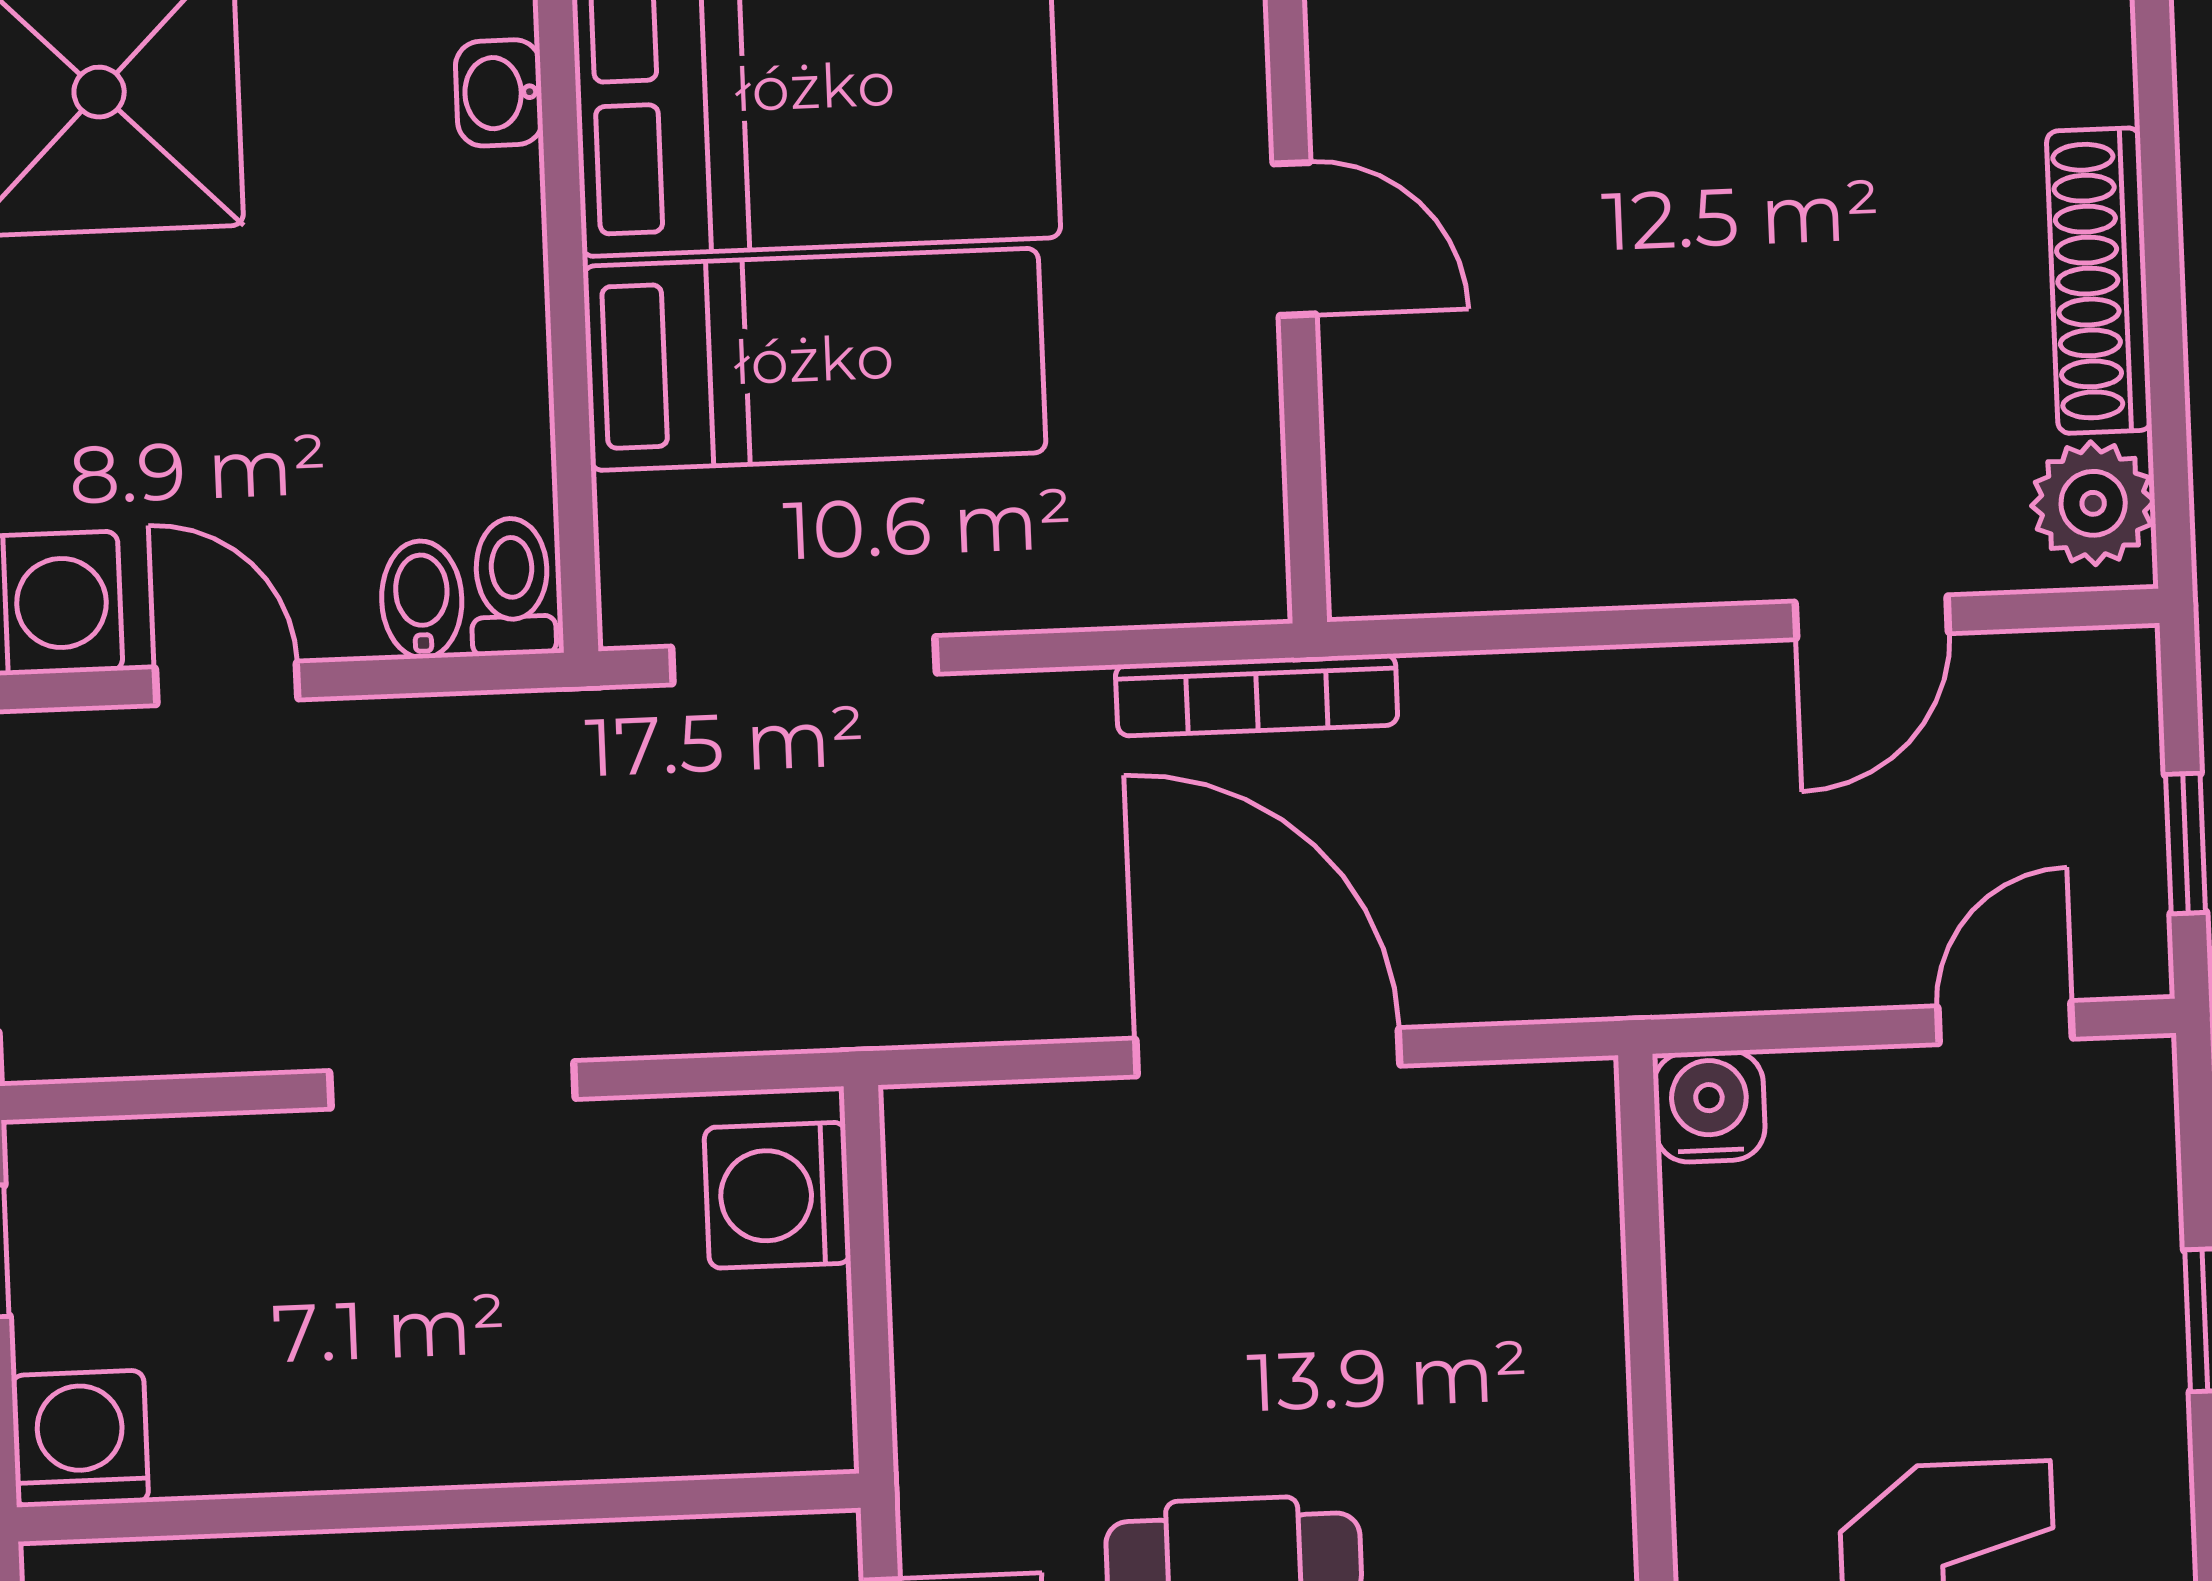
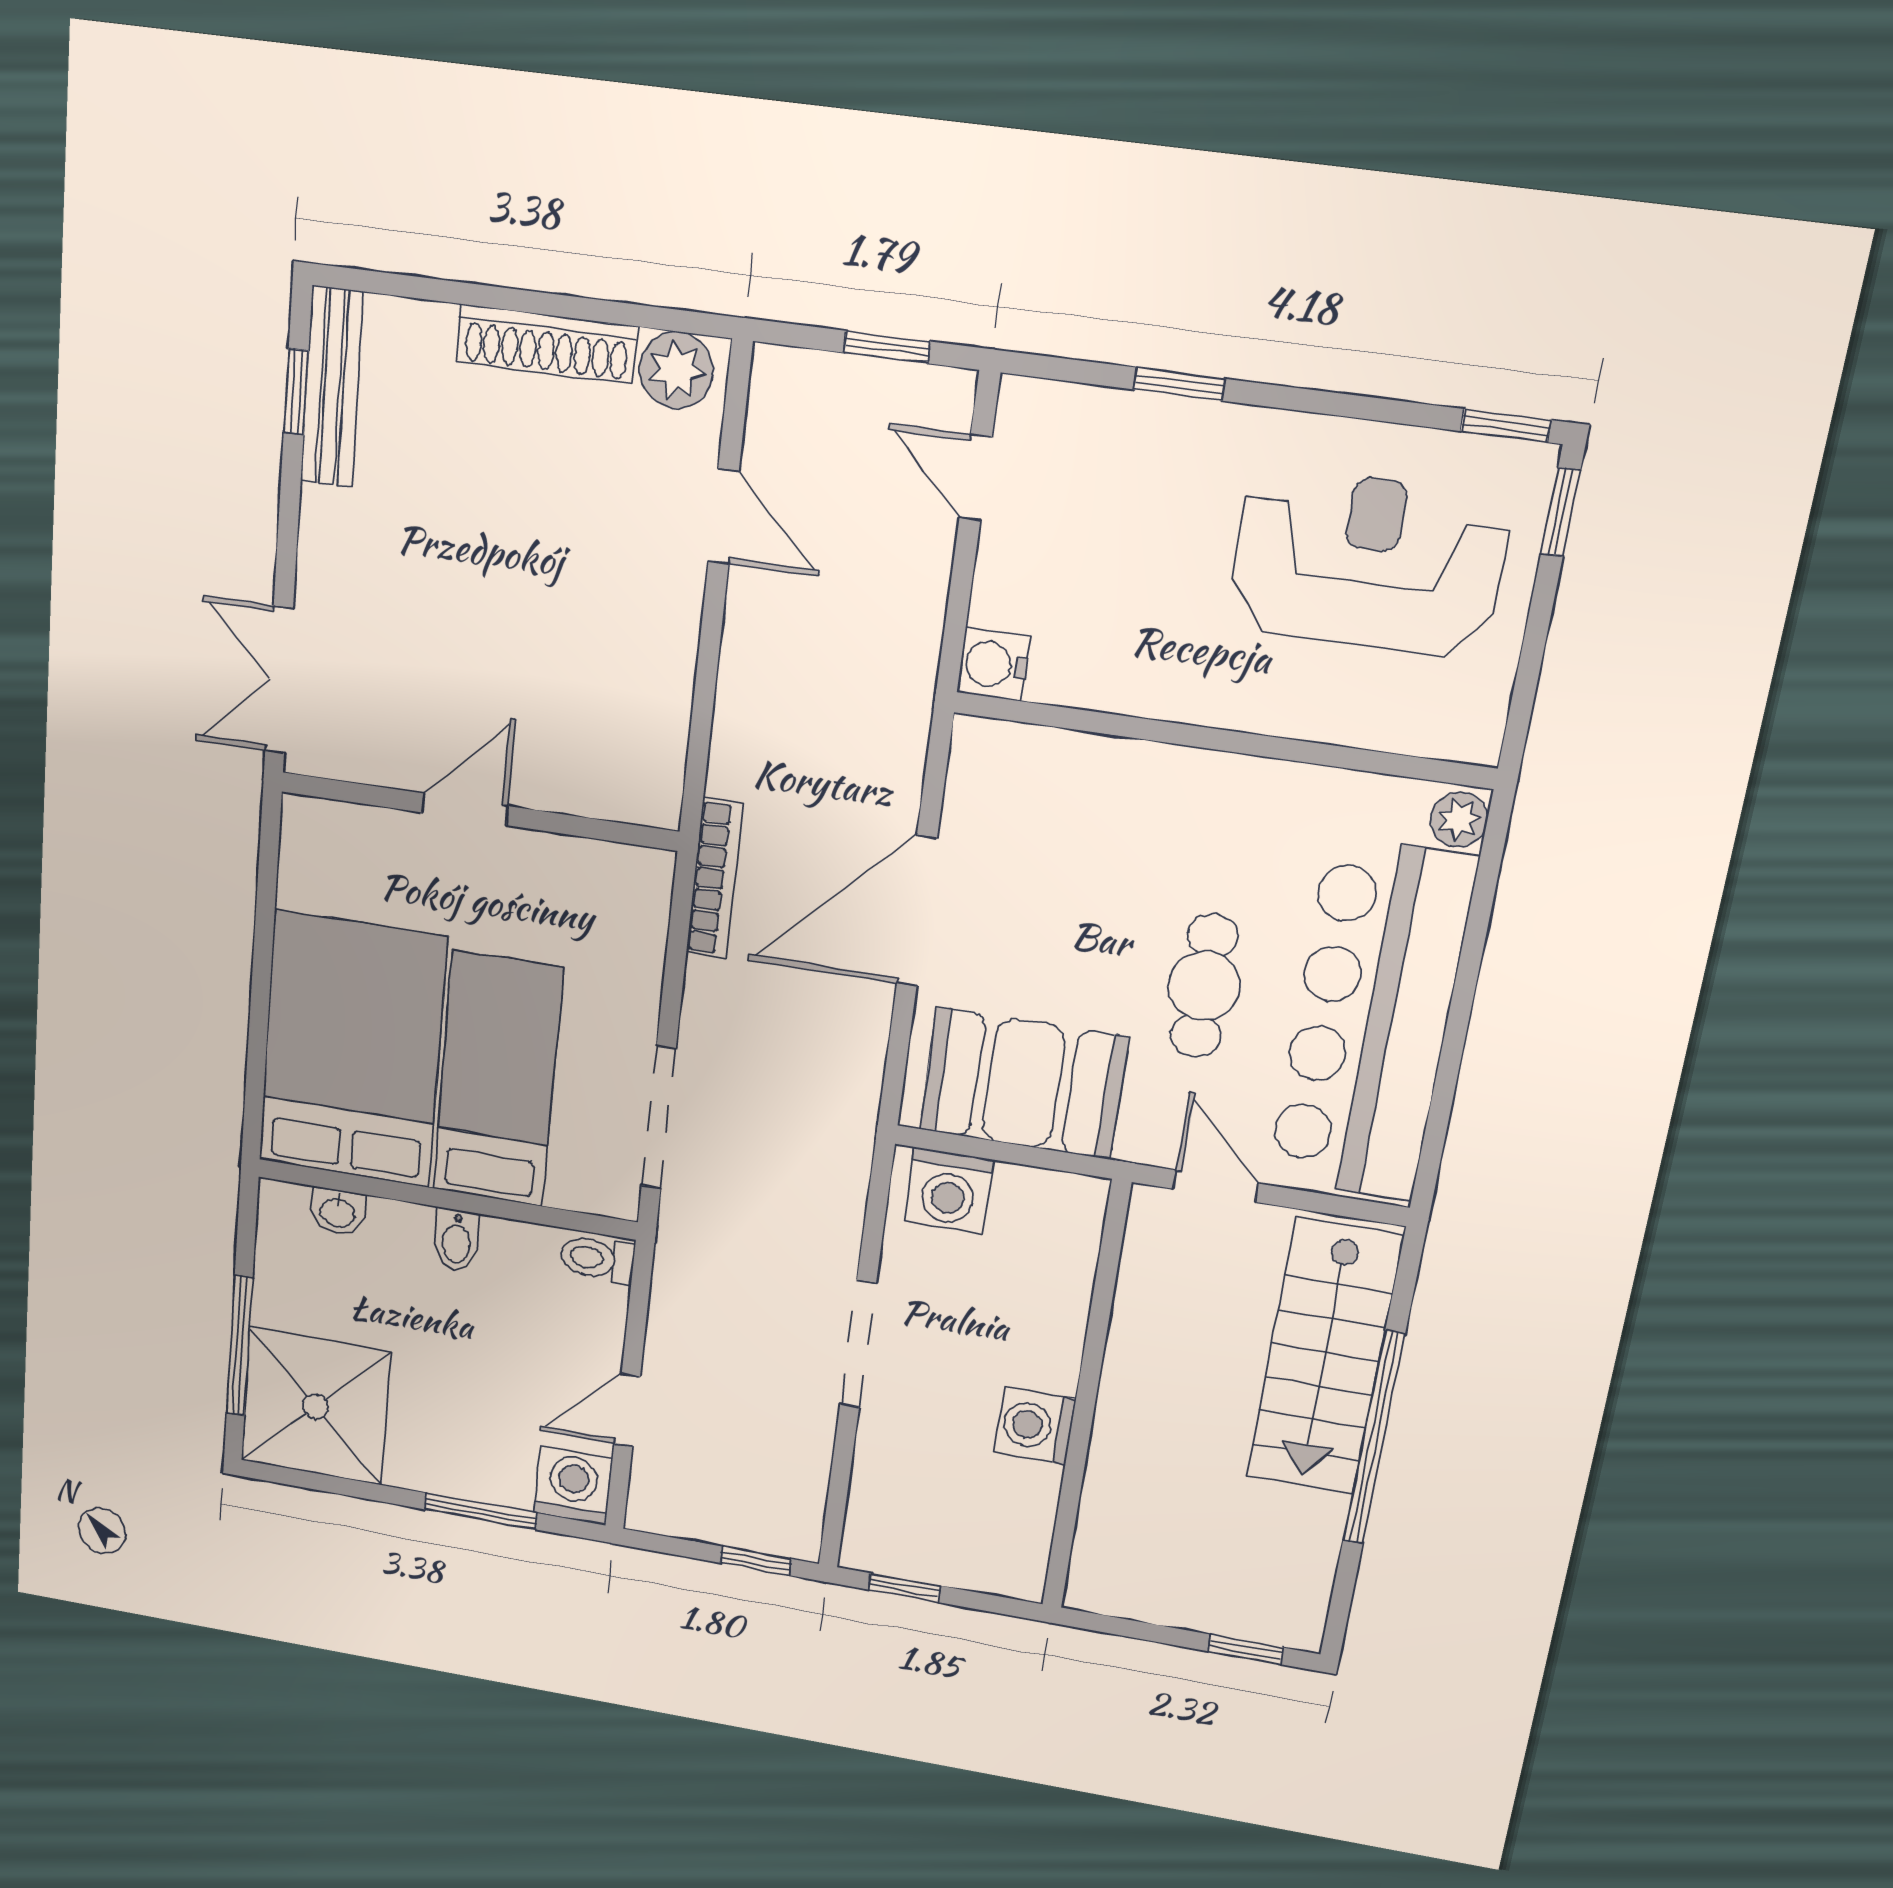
bidet: (422, 600) -> (457, 1240), moved, turned -90
booth: (1000, 1289) -> (1024, 1083), added
washing machine: (80, 1439) -> (1035, 1426), moved

